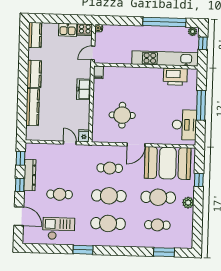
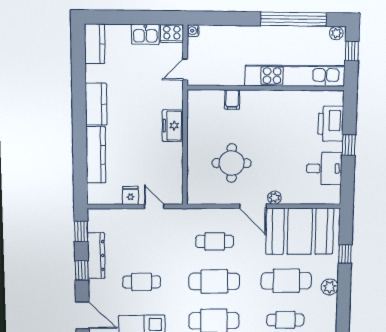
filing cabinet: (98, 72) -> (232, 100), moved
printer: (175, 77) -> (331, 124), moved, turned 90
window: (201, 105) -> (349, 145), width x0.46
desk: (184, 125) -> (324, 169), width x0.73
fridge: (84, 136) -> (131, 195), moved
plant: (151, 139) -> (274, 198), added
door: (136, 145) -> (253, 206), hinge flipped

